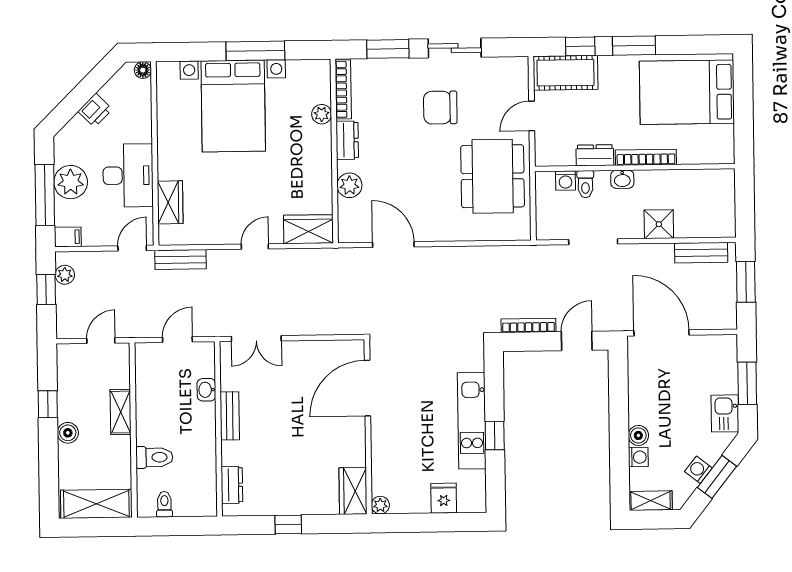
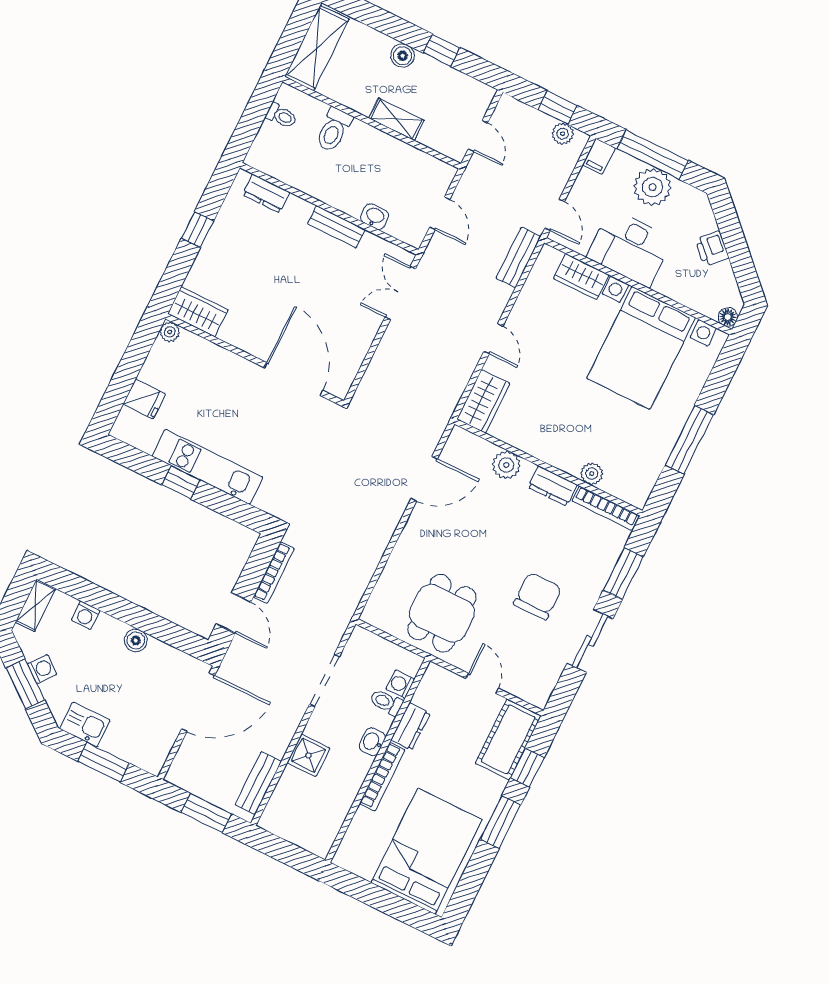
bed with nightstands: (233, 106) -> (641, 348), moved, turned -90
dining table: (493, 176) -> (442, 613), width x0.73
boiler: (638, 435) -> (136, 640), moved

